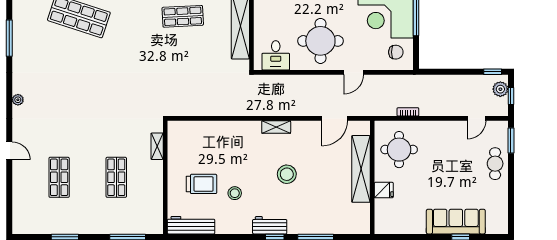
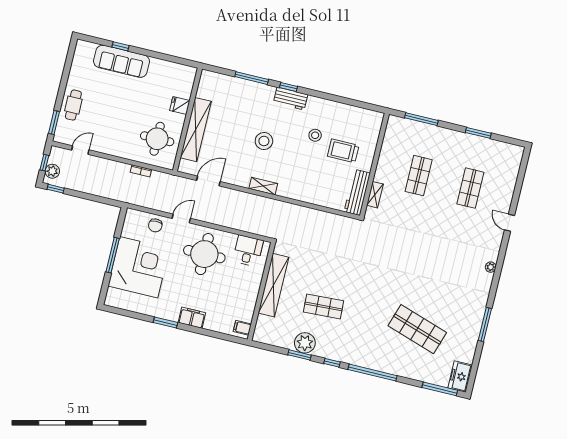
chair: (396, 52) -> (155, 225), moved, turned -90
workbench: (191, 225) -> (357, 192), moved, turned 90

